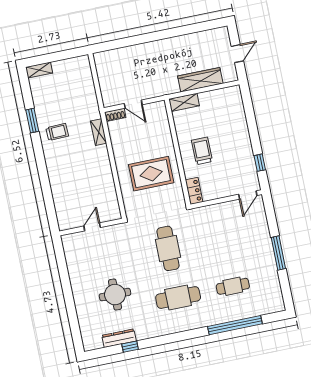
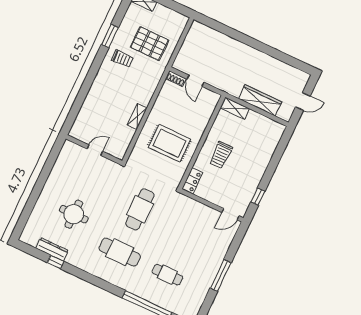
pallet: (71, 102) -> (150, 44), added
shelving: (99, 132) -> (137, 116), moved
trolley: (202, 151) -> (221, 155), turned 180

